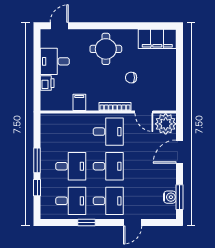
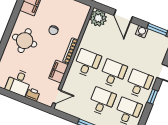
filing cabinet: (79, 102) -> (59, 72), width x2.00
door: (144, 112) -> (57, 97), moved
water cooler: (170, 197) -> (142, 32), moved
window: (87, 223) -> (153, 97), moved

